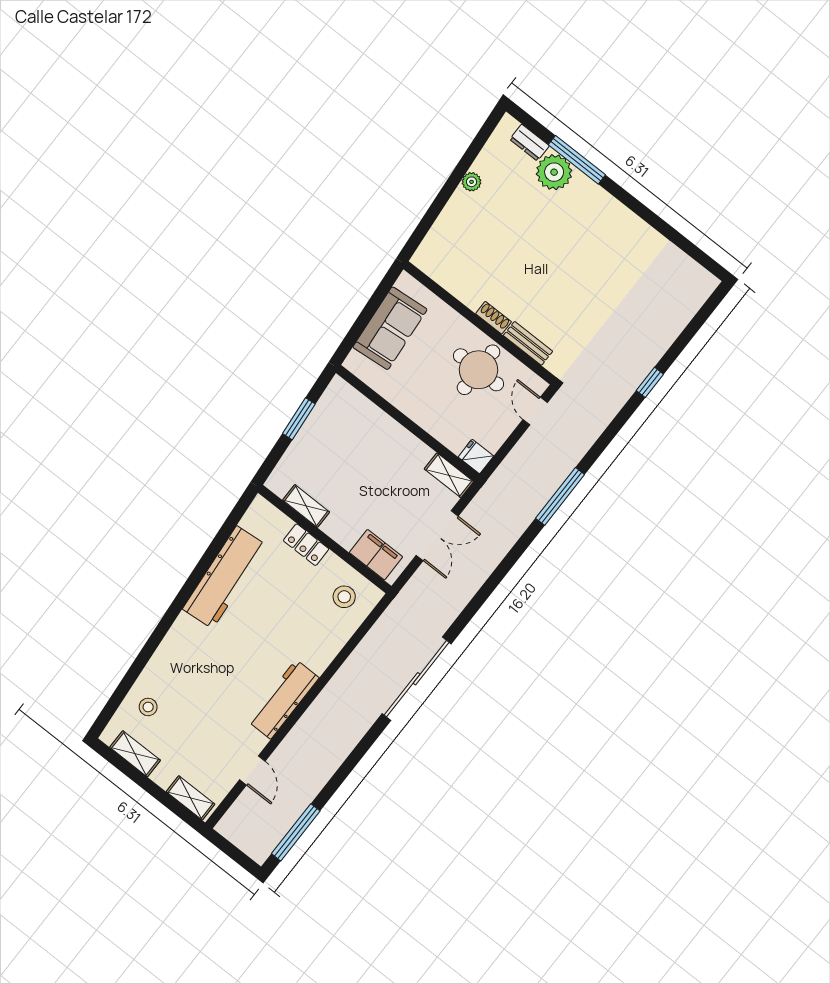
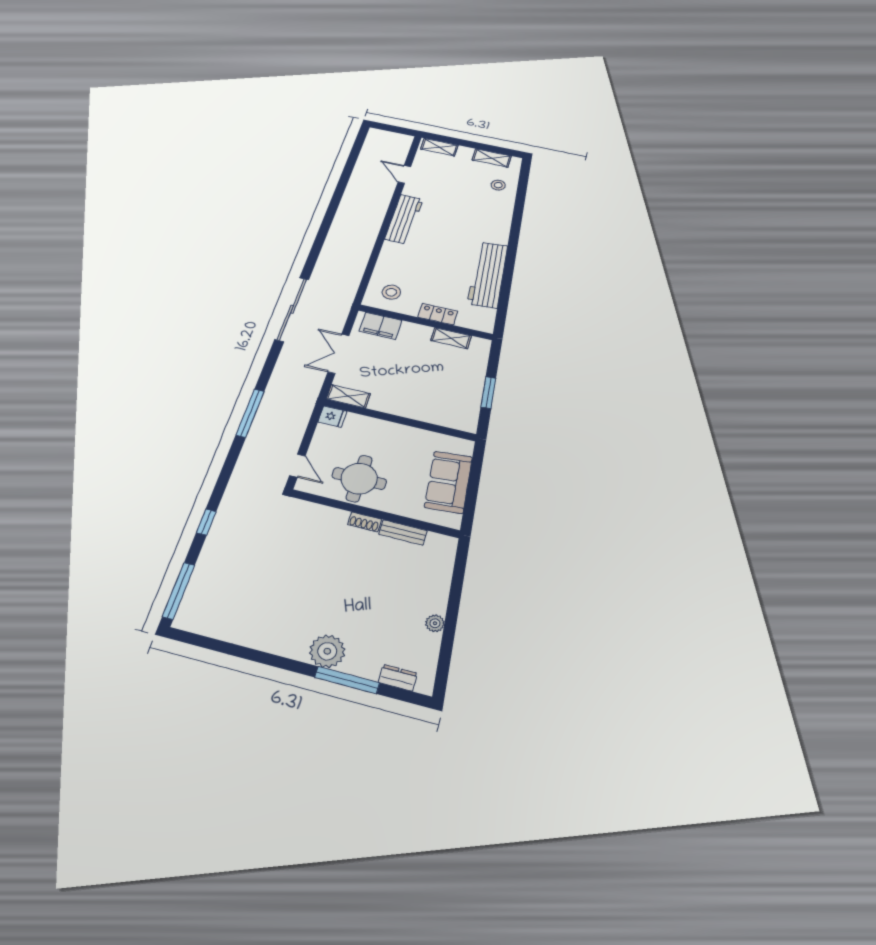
plant: (554, 172) -> (327, 651), moved
bench: (528, 343) -> (403, 532), moved
sliding door: (417, 679) -> (292, 309), moved
window: (296, 832) -> (179, 591), moved

